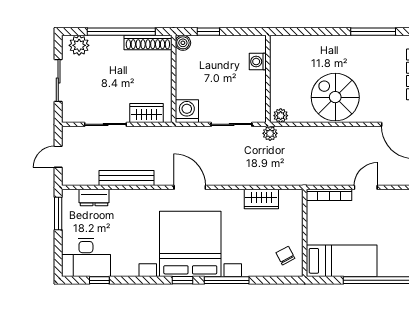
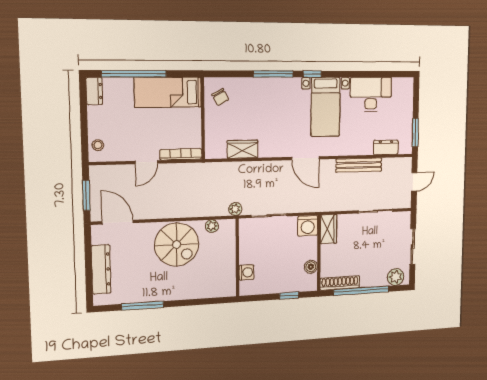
boiler: (183, 43) -> (311, 267), moved
wardrobe: (146, 113) -> (329, 229), moved, turned -90
plant: (281, 116) -> (212, 226), moved
bed with nightstands: (190, 244) -> (326, 107), width x0.54
desk: (86, 257) -> (371, 94), moved
window: (99, 280) -> (383, 74), removed

